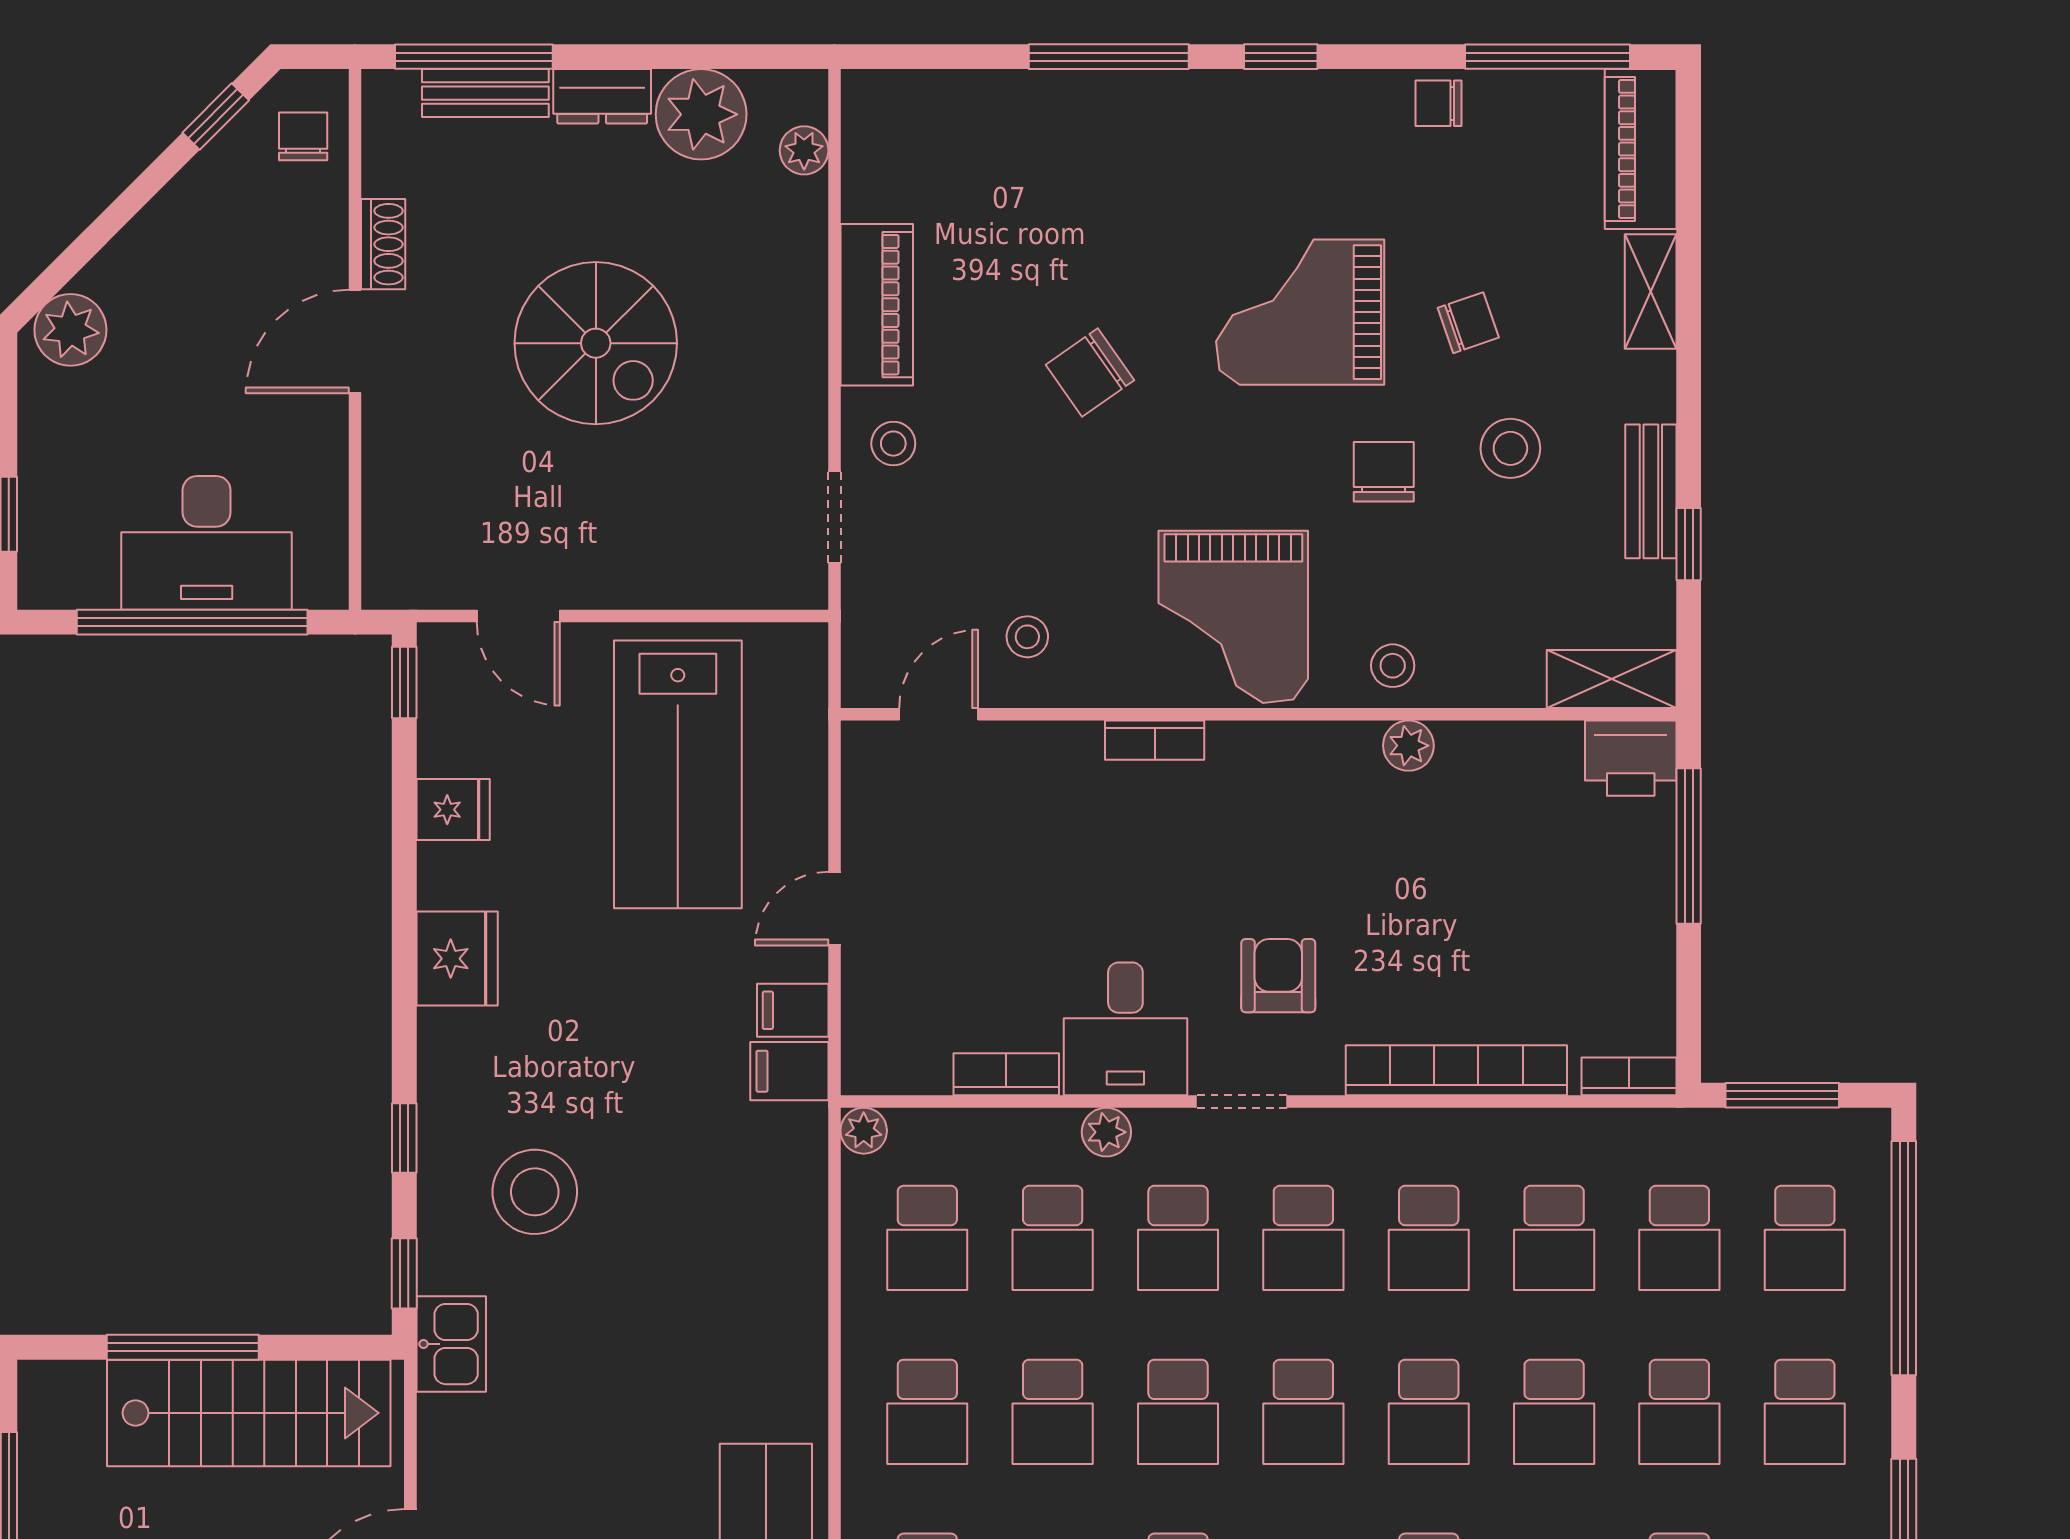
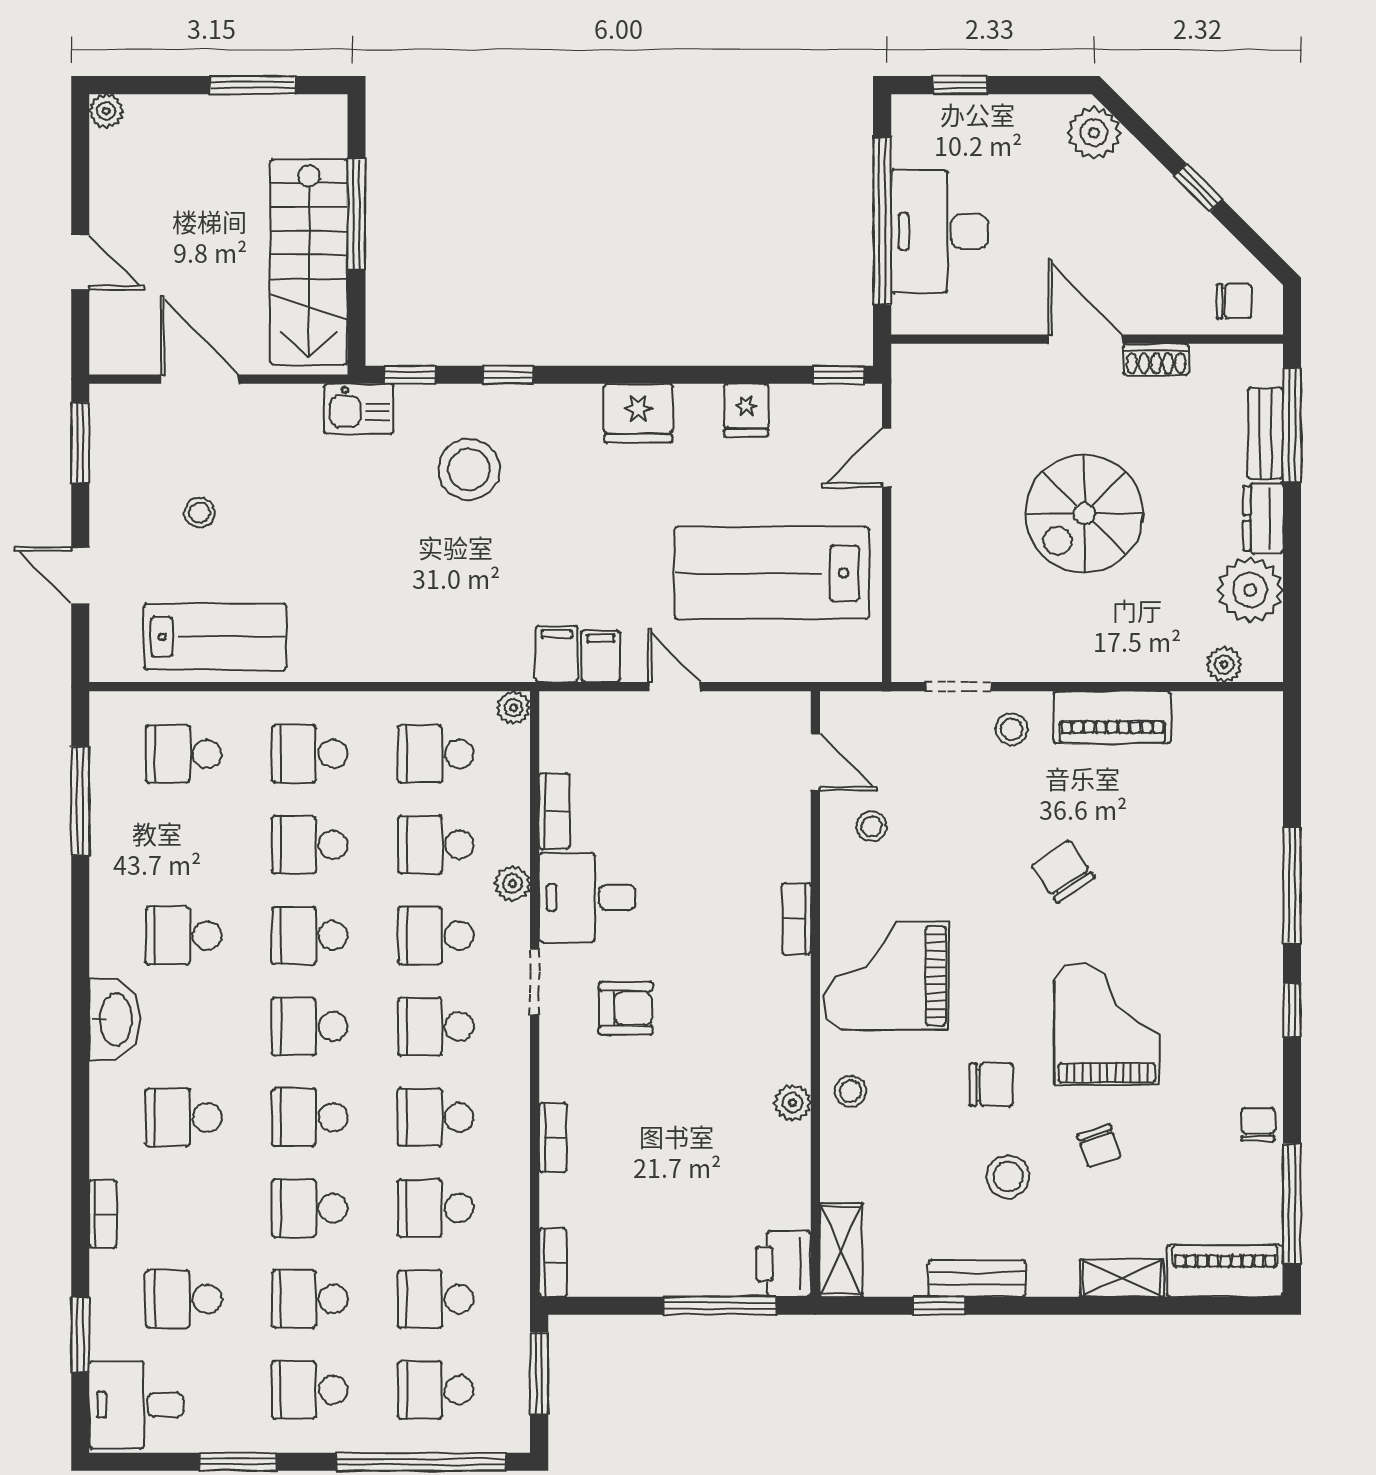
window: (216, 116) -> (1198, 188), moved
bookcase: (1456, 1070) -> (553, 1137), width x0.43, depth x0.76

